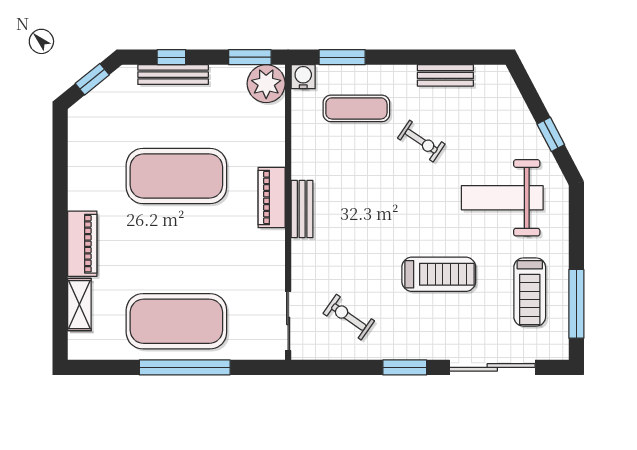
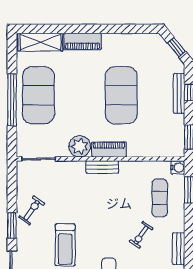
plant: (266, 84) -> (80, 146), moved
shelving: (79, 305) -> (40, 42), width x1.50, depth x1.33
exercise bike: (349, 317) -> (32, 210), moved

